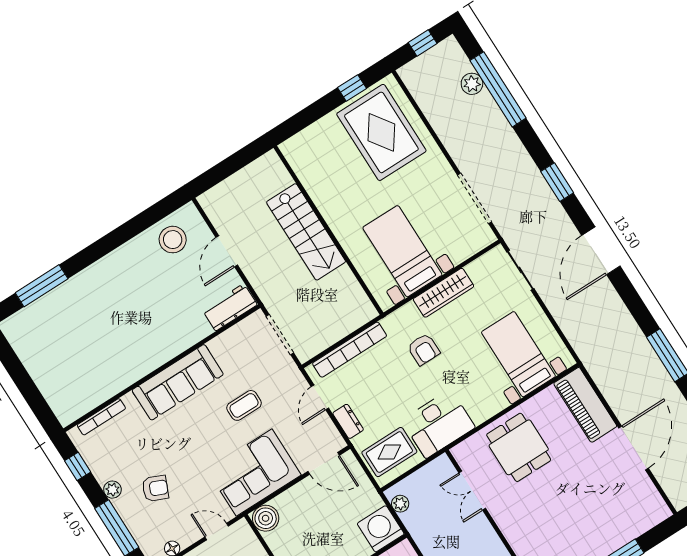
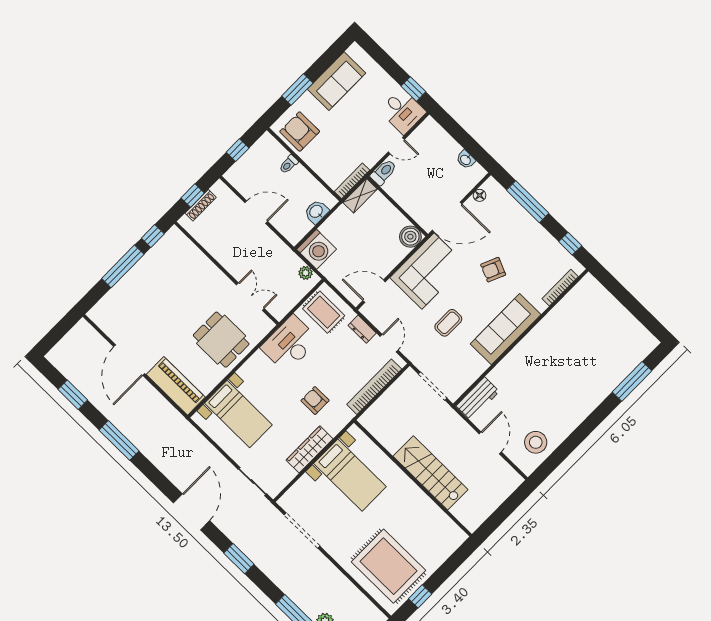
rug: (389, 452) -> (324, 312), turned 90
armchair: (155, 488) -> (493, 270), moved
plant: (112, 490) -> (538, 232), removed
door: (217, 531) -> (447, 217), width x1.88

